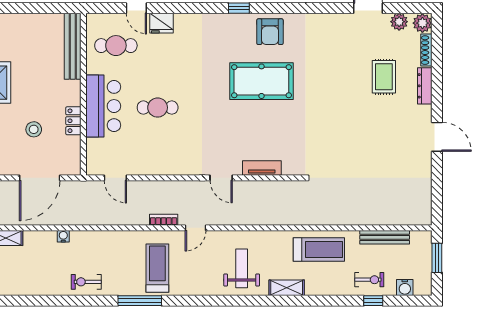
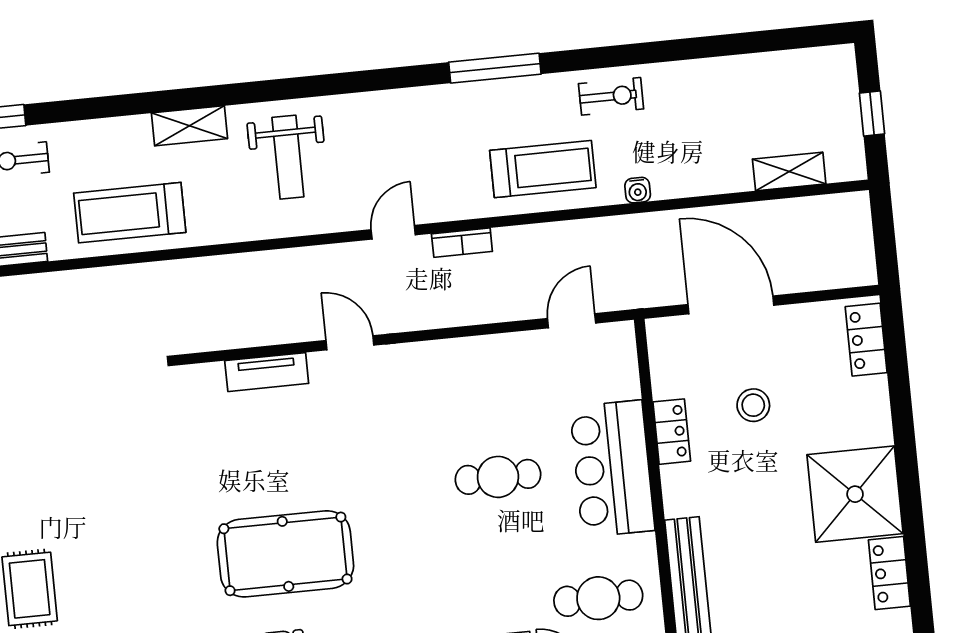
door: (40, 178) -> (731, 305), hinge flipped
door: (115, 178) -> (572, 321), hinge flipped
water cooler: (63, 236) -> (638, 190), moved
treadmill: (157, 268) -> (543, 169), moved, turned -90

